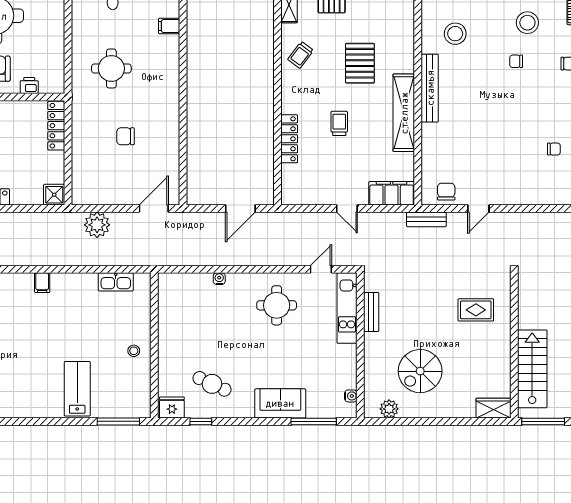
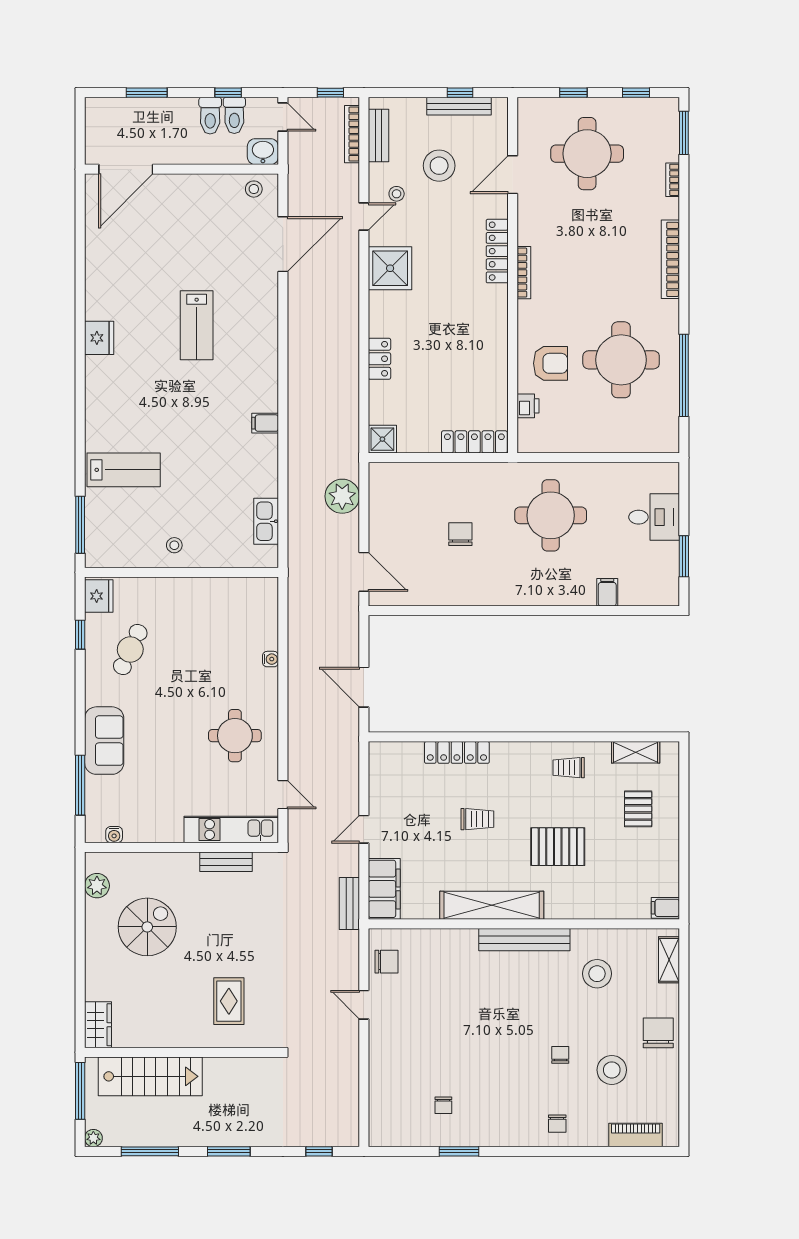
trolley: (301, 55) -> (569, 768), turned -37
round table: (111, 68) -> (551, 515), width x1.36, depth x1.36
bench: (426, 219) -> (349, 904), moved
spiral stairs: (420, 371) -> (147, 927), turned 90

